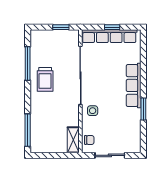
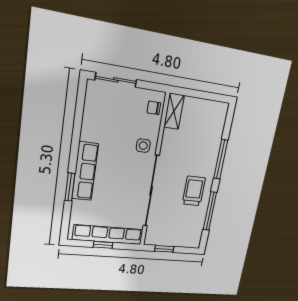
window: (143, 109) -> (70, 187), moved
window: (28, 130) -> (221, 159), moved
sliding door: (110, 155) -> (116, 80), moved

